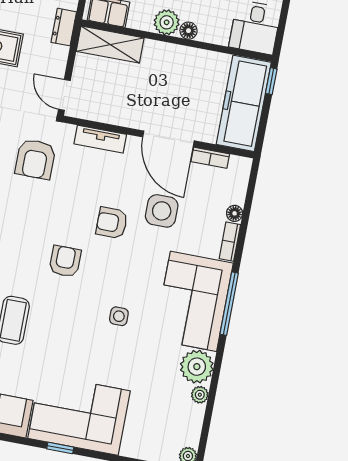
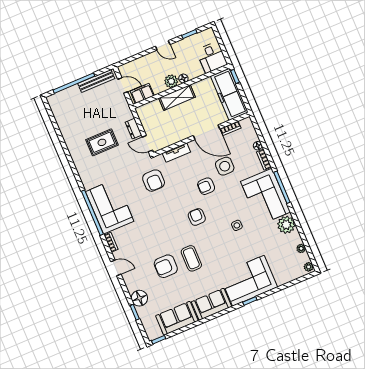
dresser: (64, 27) -> (133, 129), moved
shelving: (110, 45) -> (177, 98), moved
plant: (200, 395) -> (301, 248), moved

